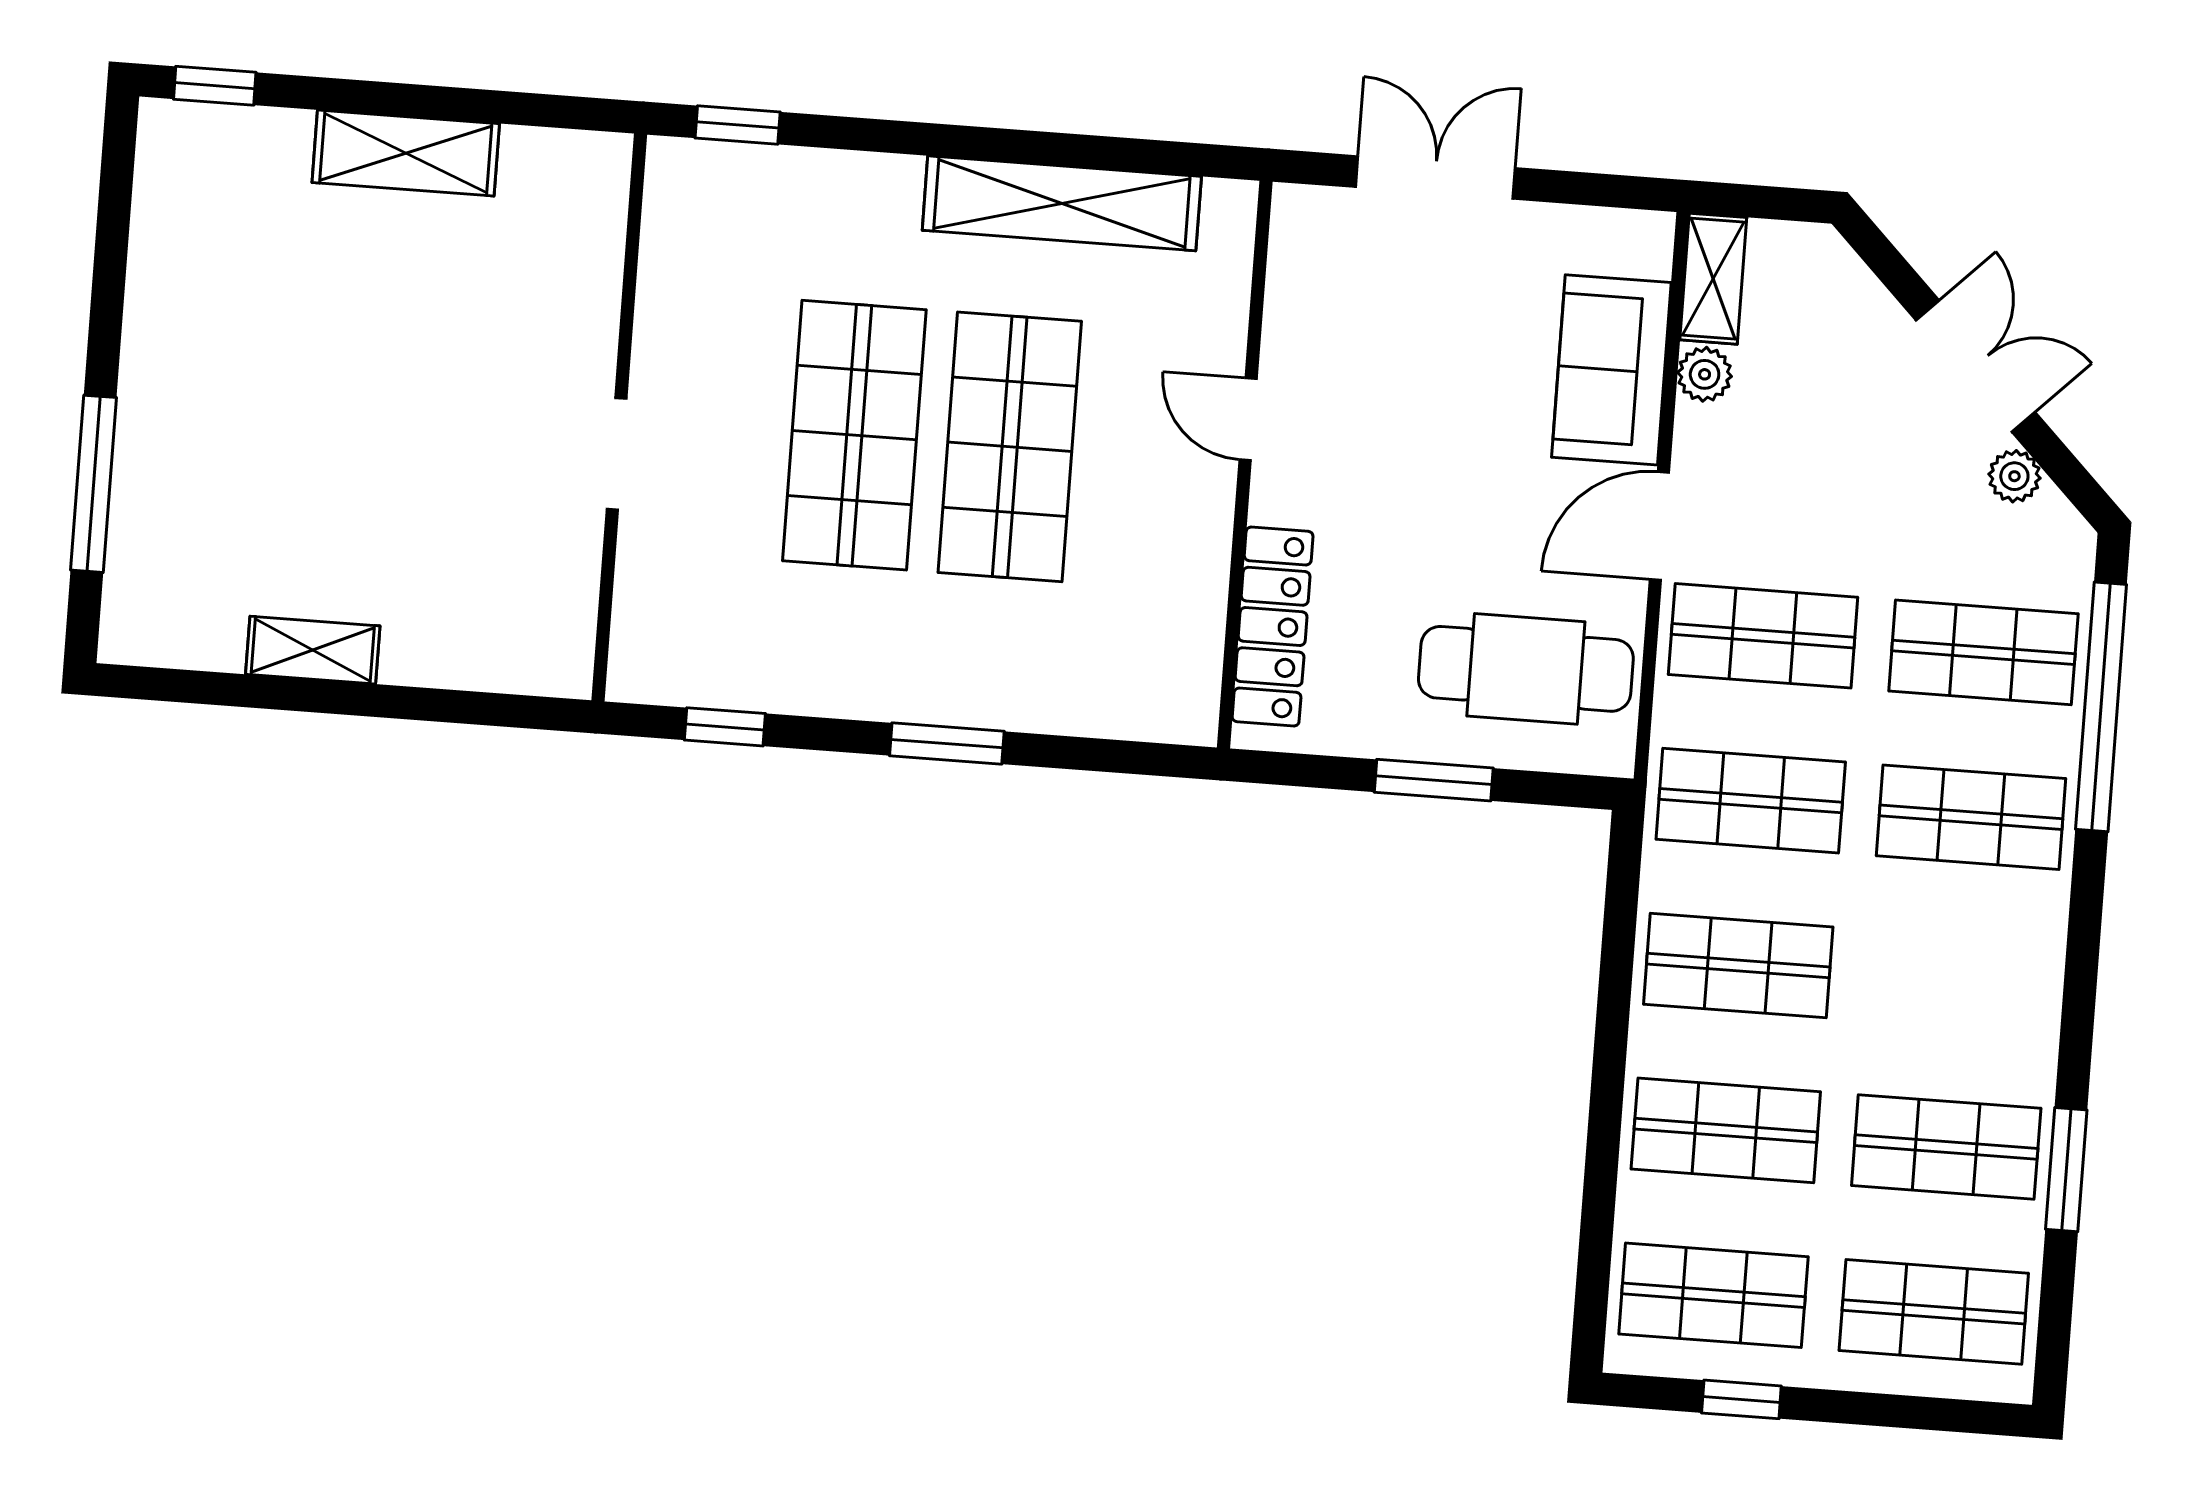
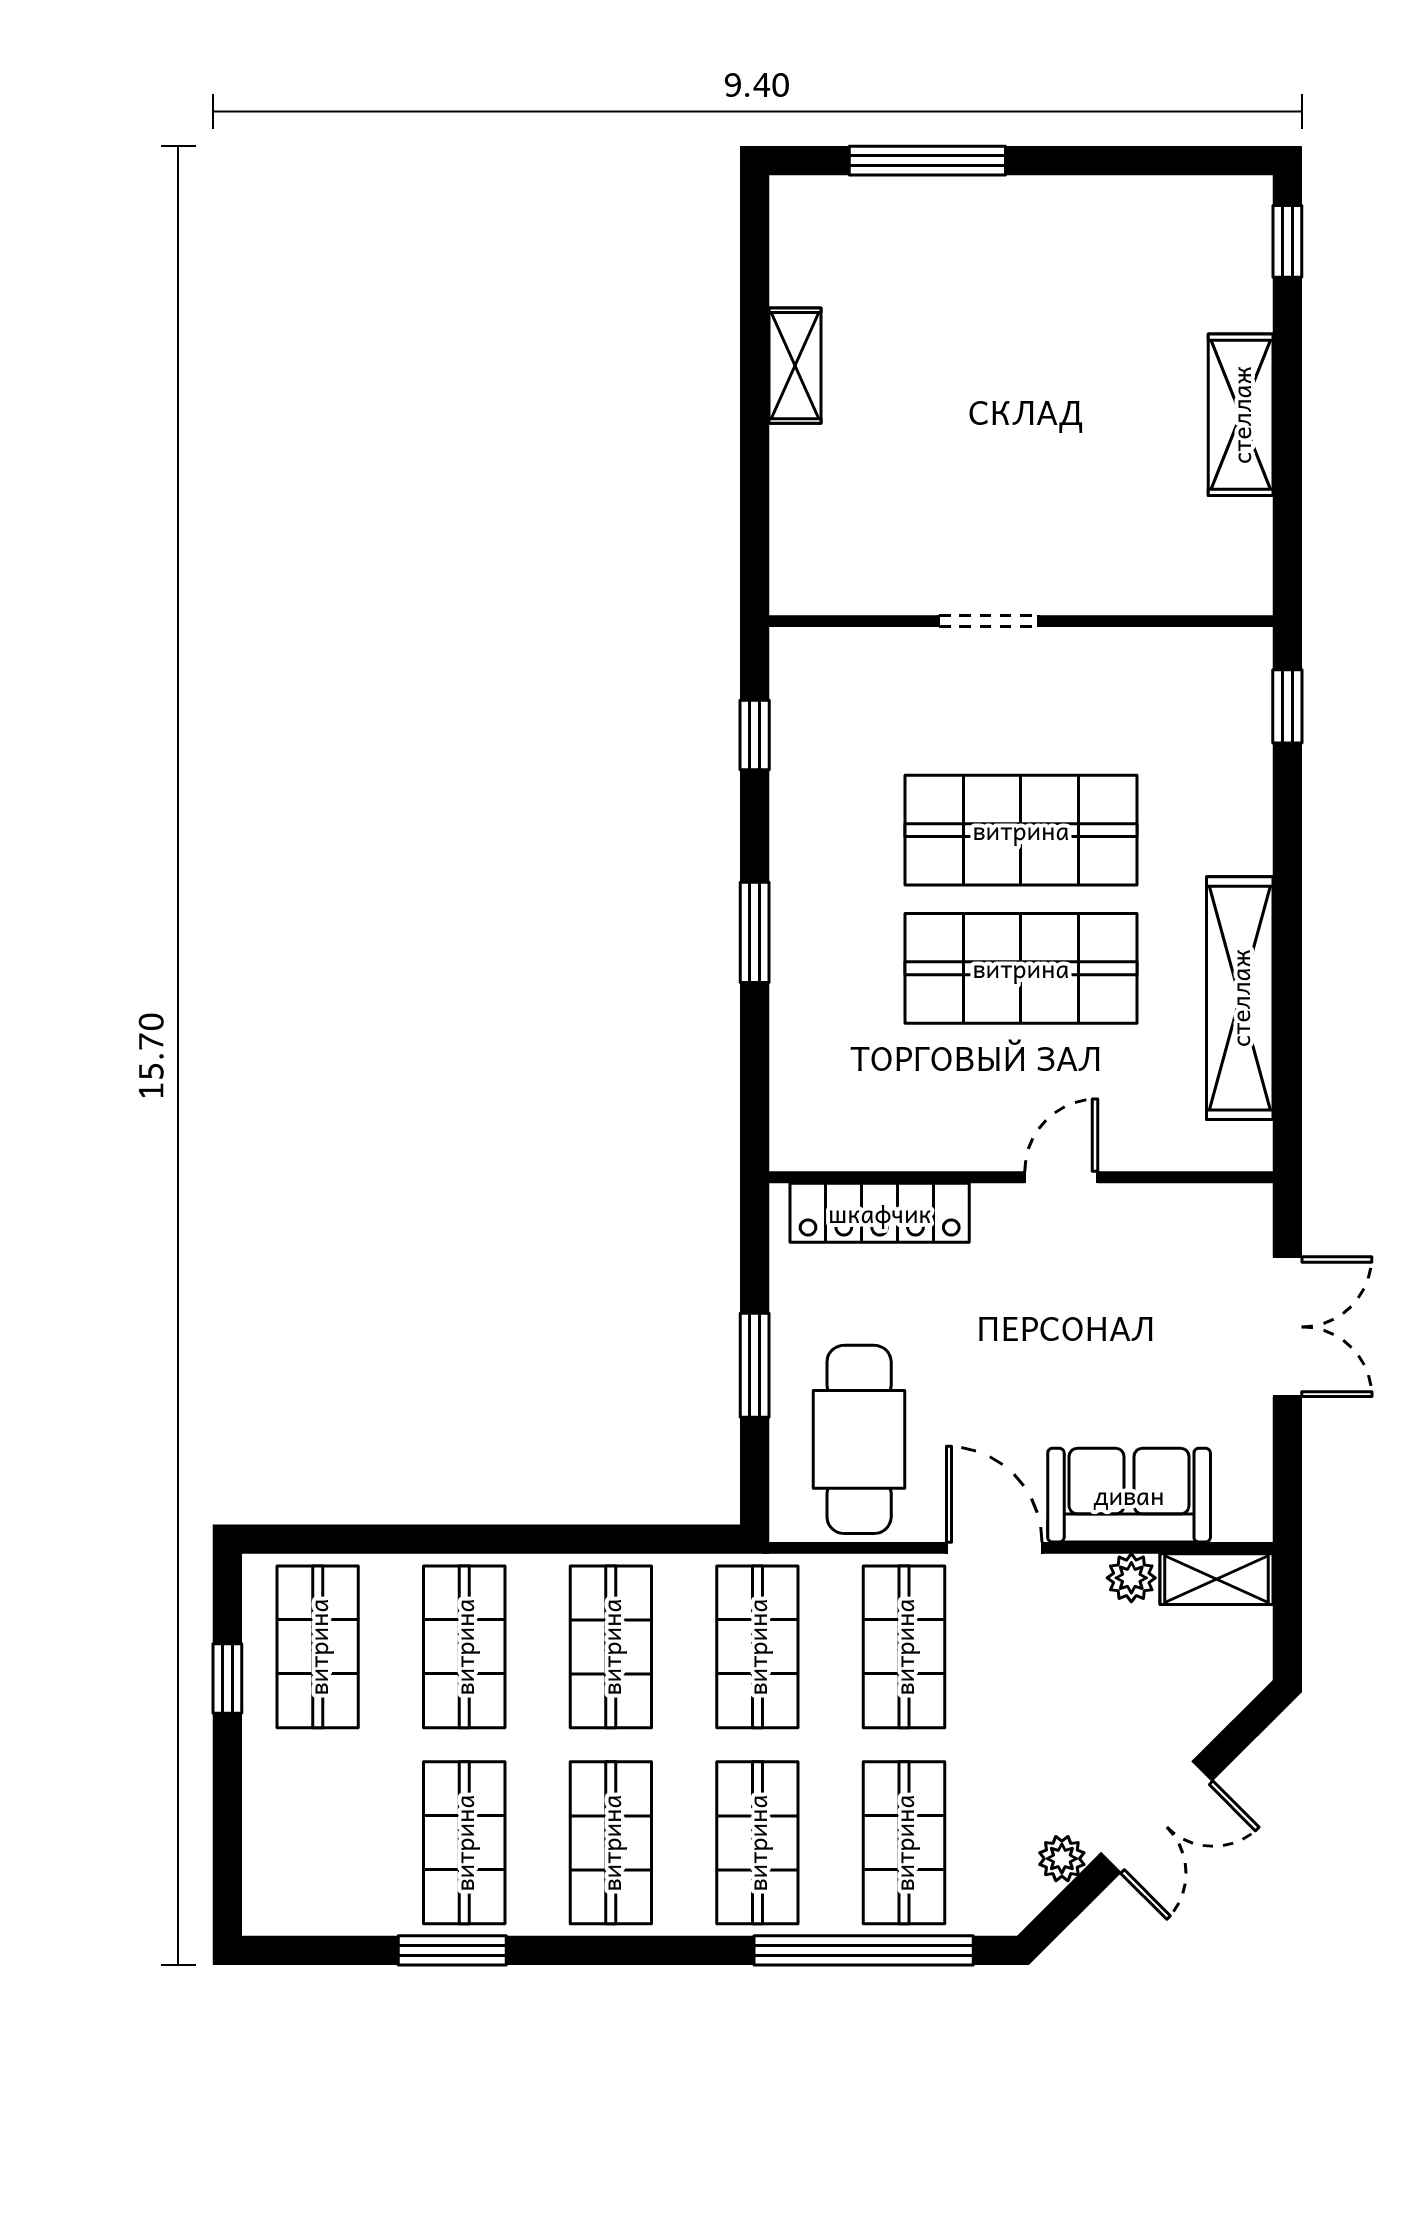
shop shelf: (1934, 1312) -> (611, 1843), moved

